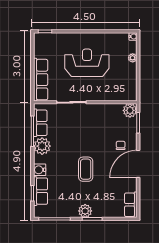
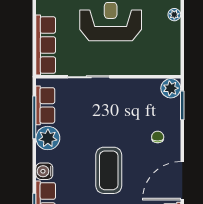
door: (138, 164) -> (182, 181), moved
coffee table: (86, 169) -> (109, 170), width x1.36, depth x1.32

